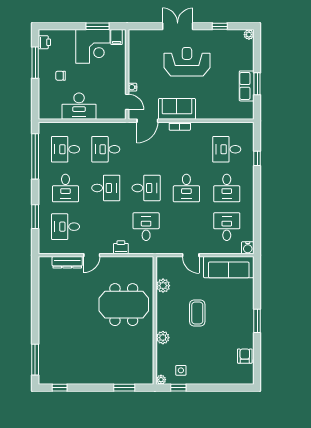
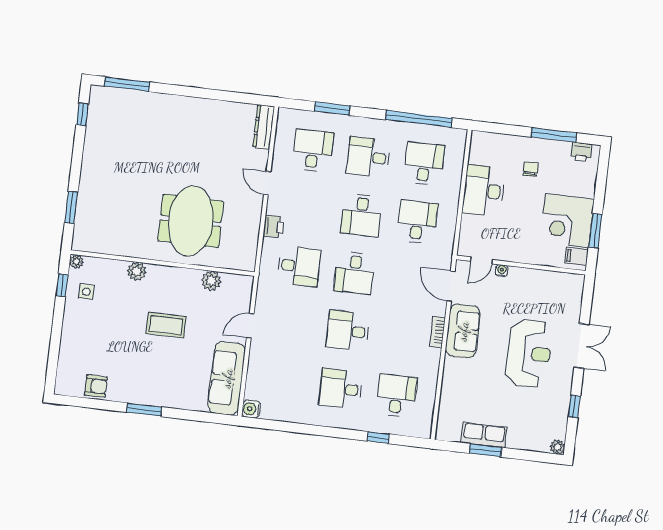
desk: (227, 227) -> (285, 382), removed
dresser: (67, 262) -> (264, 127), moved

